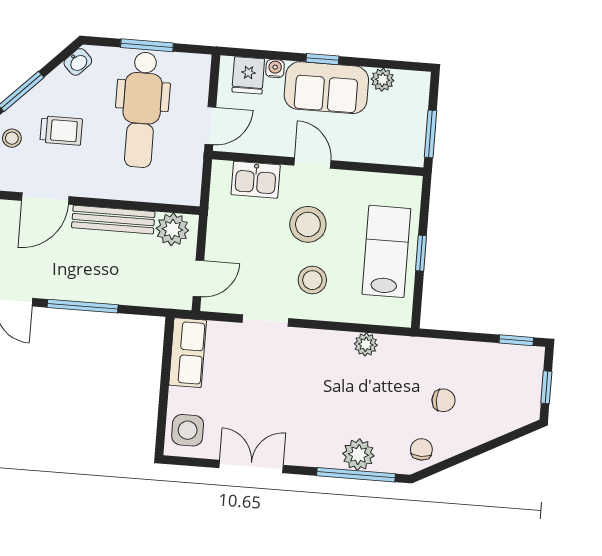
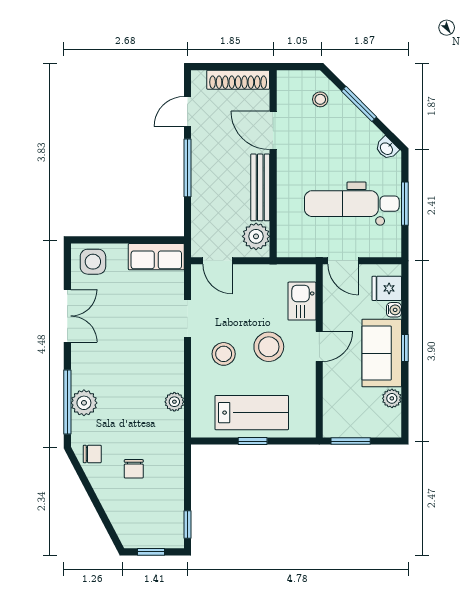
trolley: (61, 131) -> (330, 139), removed

